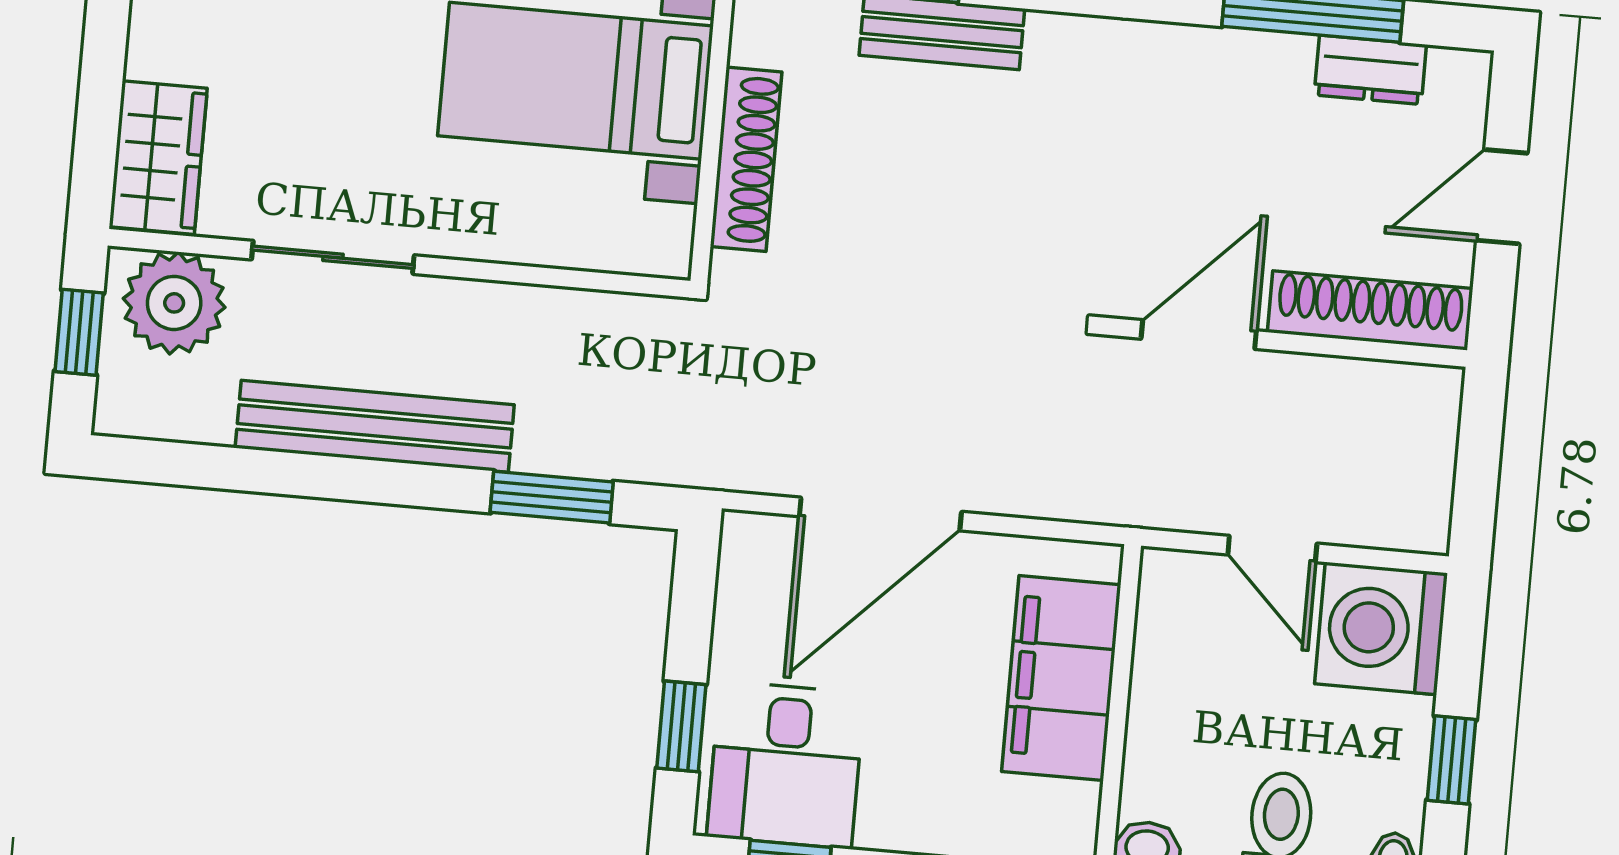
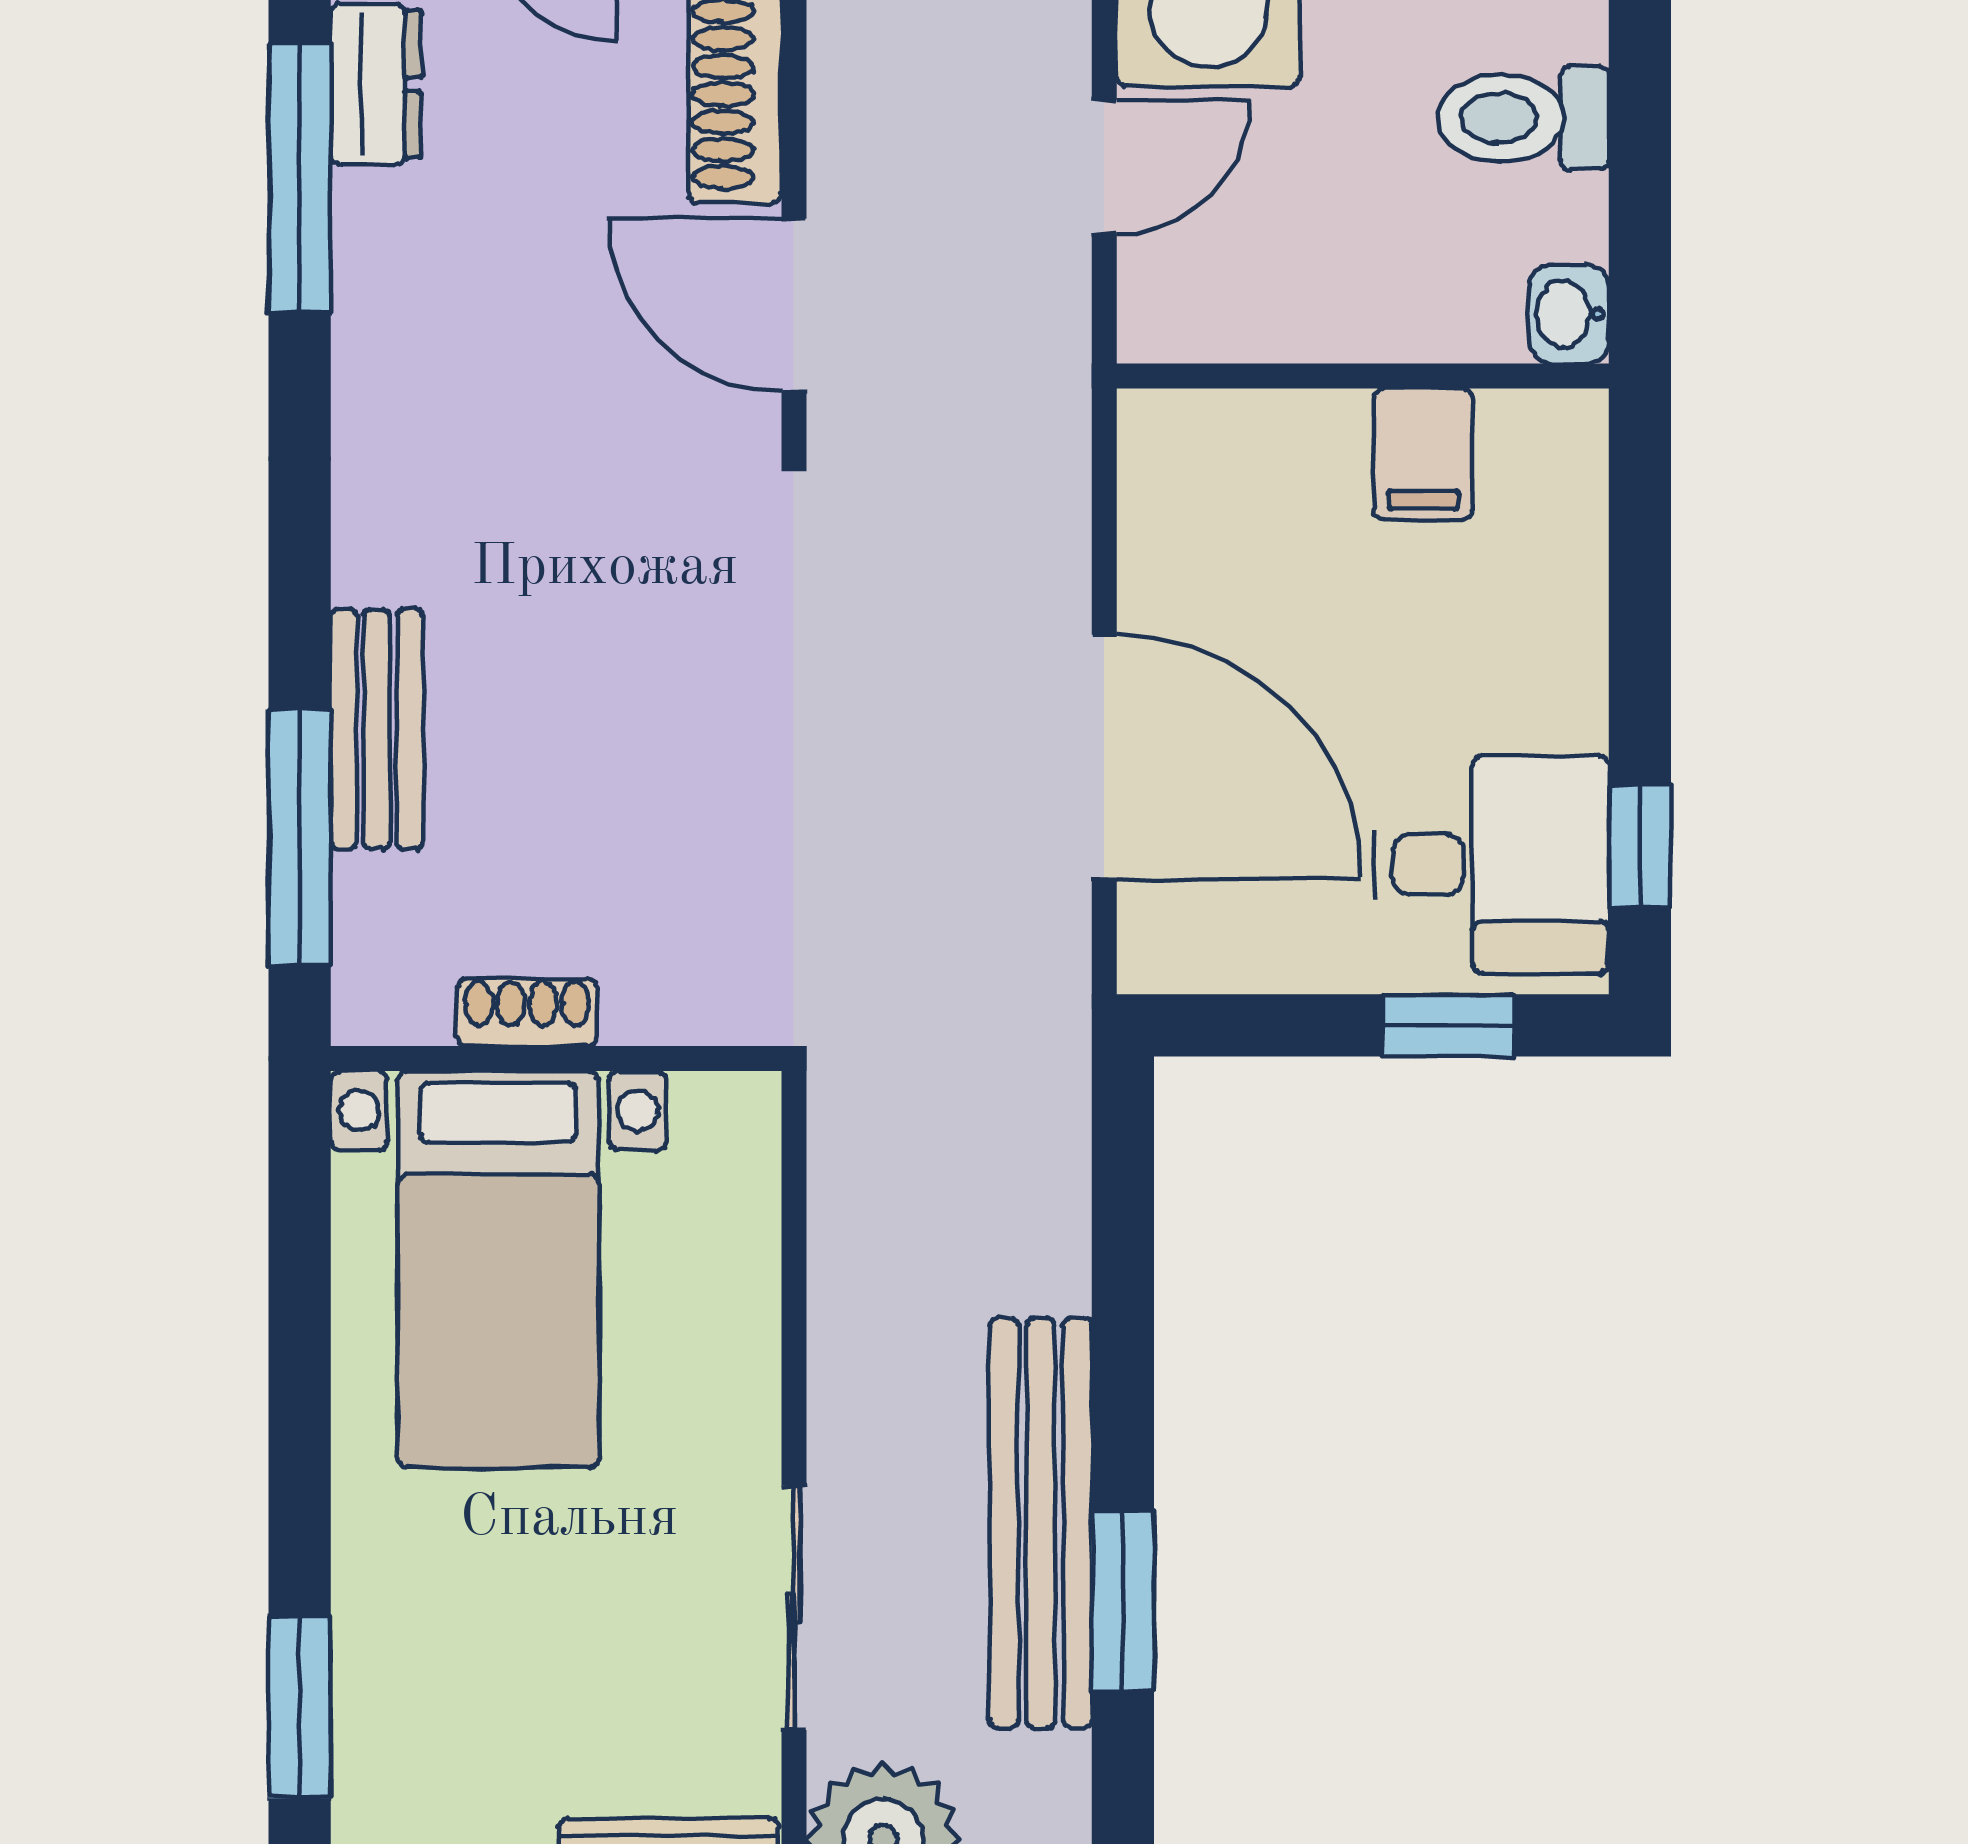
shoe rack: (746, 159) -> (527, 1012), width x0.51, depth x0.81
window: (552, 497) -> (1123, 1601), moved
filing cabinet: (1061, 678) -> (1423, 454), width x0.33, depth x0.86

